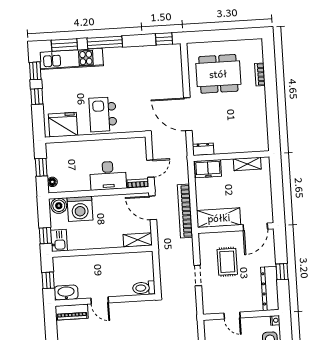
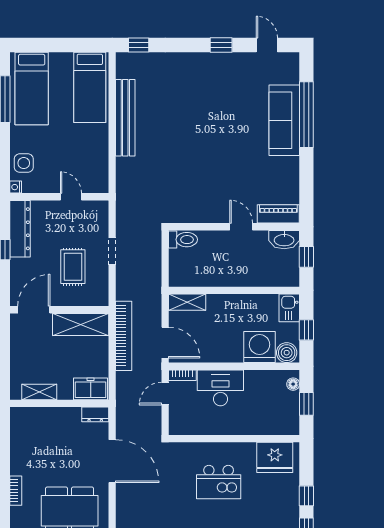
bookcase: (260, 75) -> (16, 491), moved
kitchen island: (103, 114) -> (219, 482), moved, turned 90
window: (45, 236) -> (306, 330), moved

